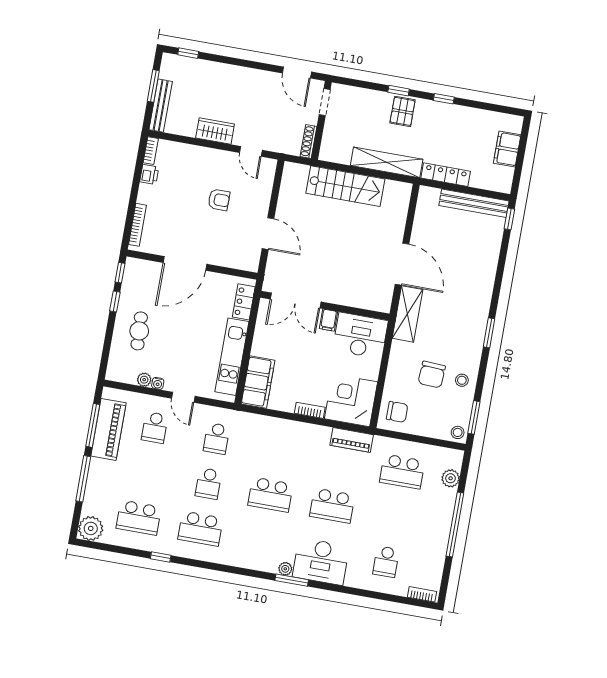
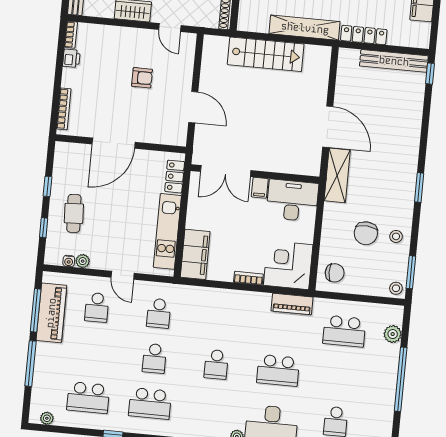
window: (120, 273) -> (44, 228), moved
water cooler: (158, 383) -> (69, 261), moved
school desk: (270, 495) -> (216, 364), width x0.54
plant: (91, 528) -> (47, 418), width x0.53, depth x0.53

